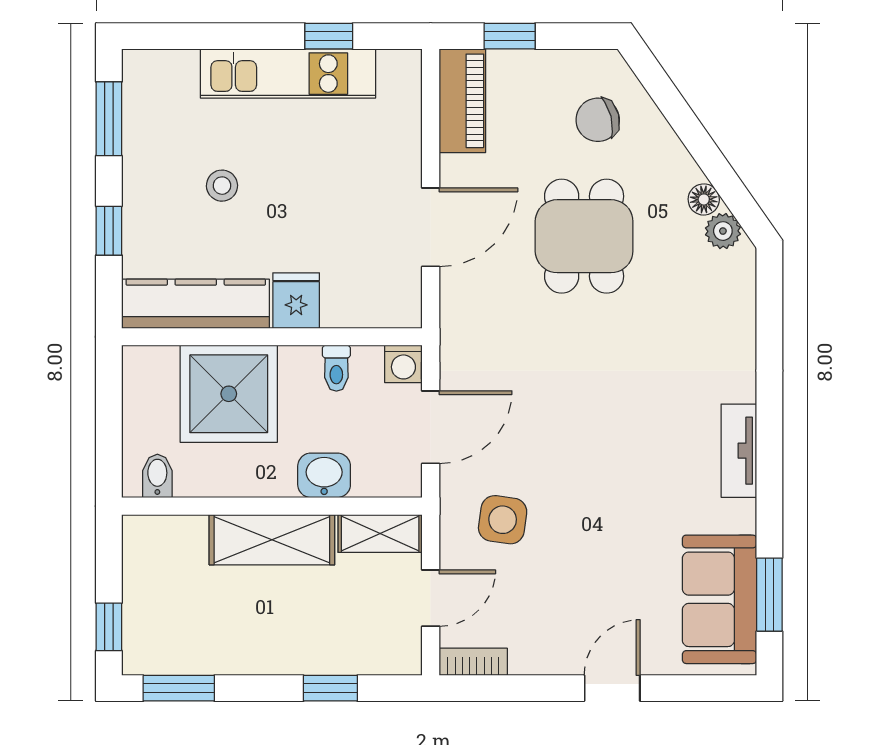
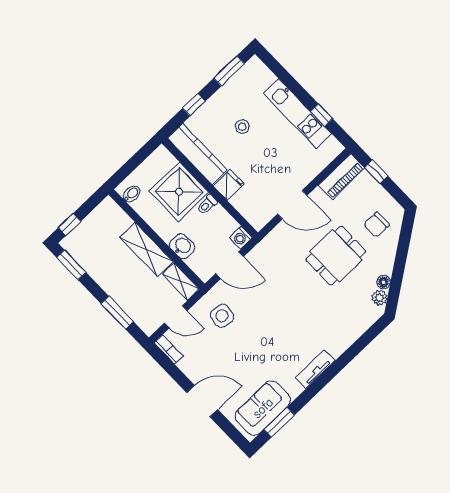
chair: (598, 120) -> (376, 225), turned -76
toilet: (336, 368) -> (207, 205), moved
window: (330, 688) -> (117, 313), width x1.50
door: (612, 688) -> (202, 401), width x1.38

